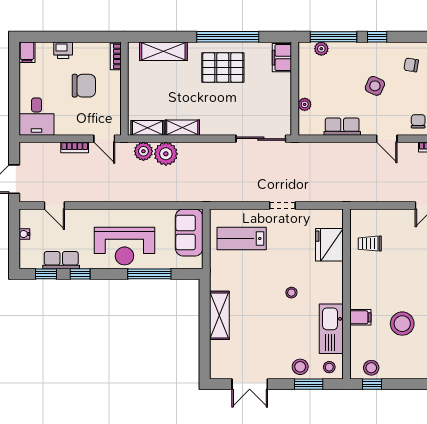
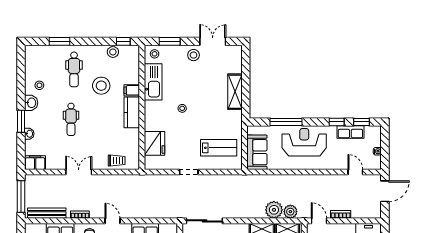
trolley: (370, 244) -> (117, 161), moved
kitchen counter: (360, 287) -> (132, 112), added
stool: (300, 367) -> (194, 55), moved
stool: (371, 368) -> (113, 52), moved

